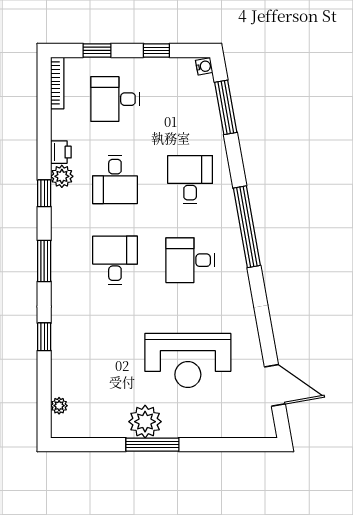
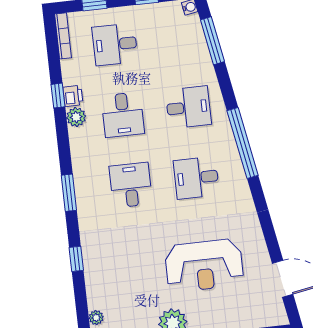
desk: (190, 180) -> (188, 107), turned 90
window: (44, 193) -> (58, 96), moved

